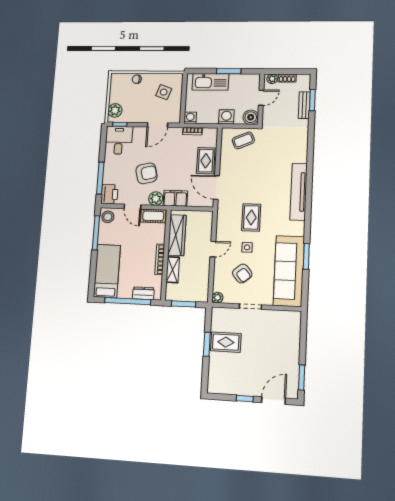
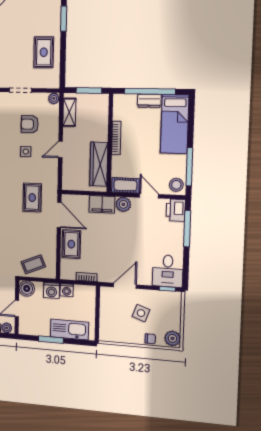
side table: (164, 92) -> (141, 313), moved
plant: (115, 110) -> (172, 338), moved
washing machine: (190, 118) -> (67, 290), moved
armchair: (146, 173) -> (135, 232), removed
rug: (251, 217) -> (32, 198), moved
shelving: (173, 270) -> (69, 112), moved
armchair: (242, 274) -> (30, 124), turned -50
dresser: (143, 293) -> (149, 101), moved
rug: (226, 342) -> (44, 52), turned 90
window: (207, 344) -> (64, 19), moved

